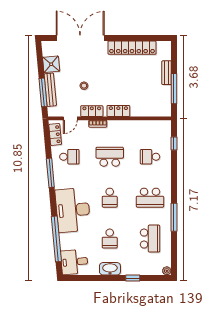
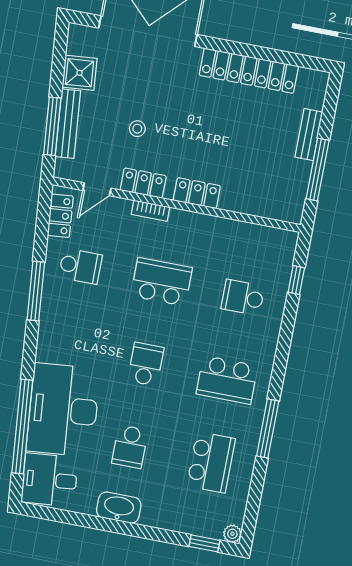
school desk: (110, 198) -> (146, 364), turned 180
desk: (73, 210) -> (63, 410), moved
window: (133, 278) -> (204, 543), moved

